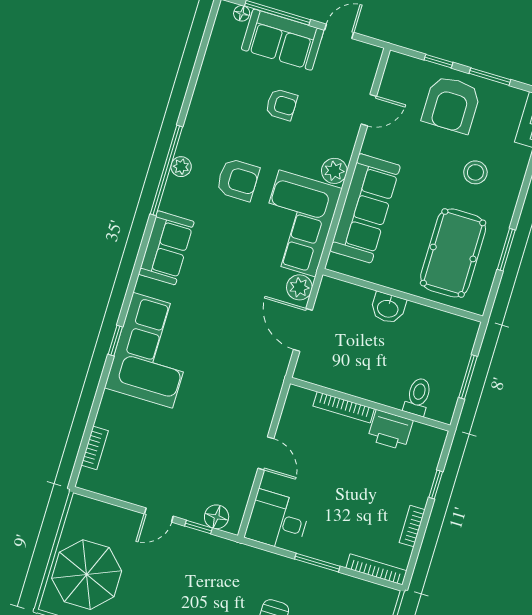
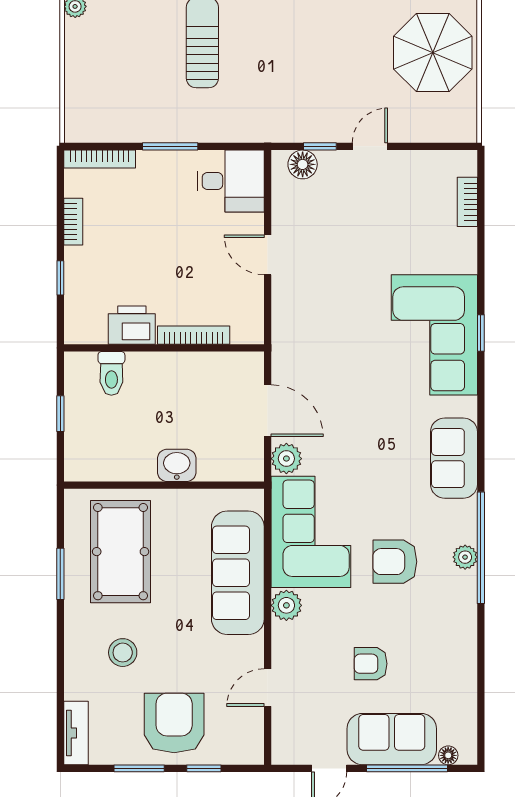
window: (468, 377) -> (60, 414), width x0.67

